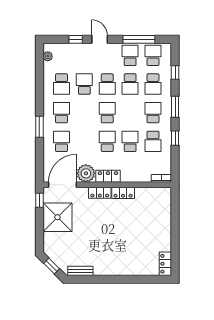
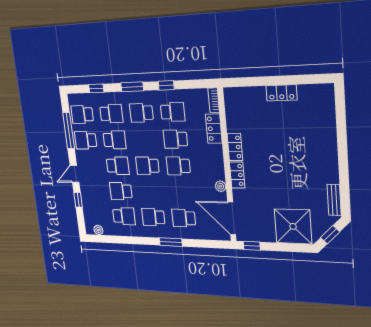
plant: (86, 173) -> (221, 186), width x0.53, depth x0.53
locker: (108, 176) -> (214, 129), moved
shower: (57, 217) -> (293, 226), moved
locker: (165, 264) -> (282, 93), moved

